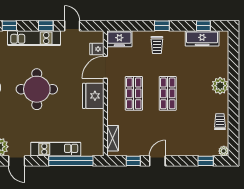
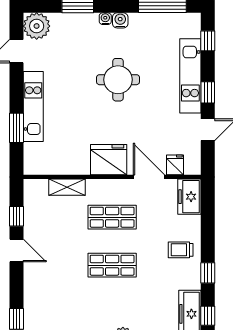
window: (162, 26) -> (208, 273), moved
round table: (37, 89) -> (118, 80), width x0.73, depth x0.73
shelving: (113, 138) -> (67, 187), moved
window: (71, 161) -> (16, 128), width x0.47

